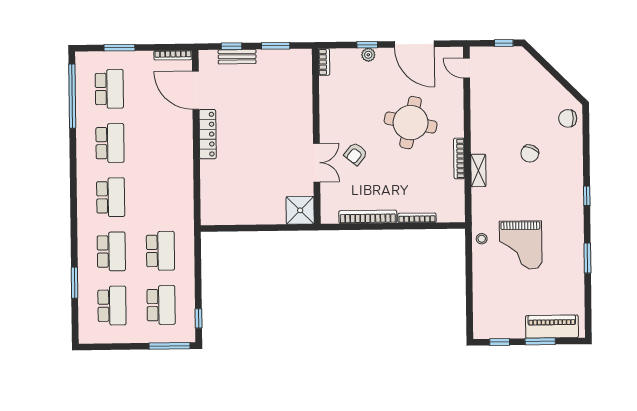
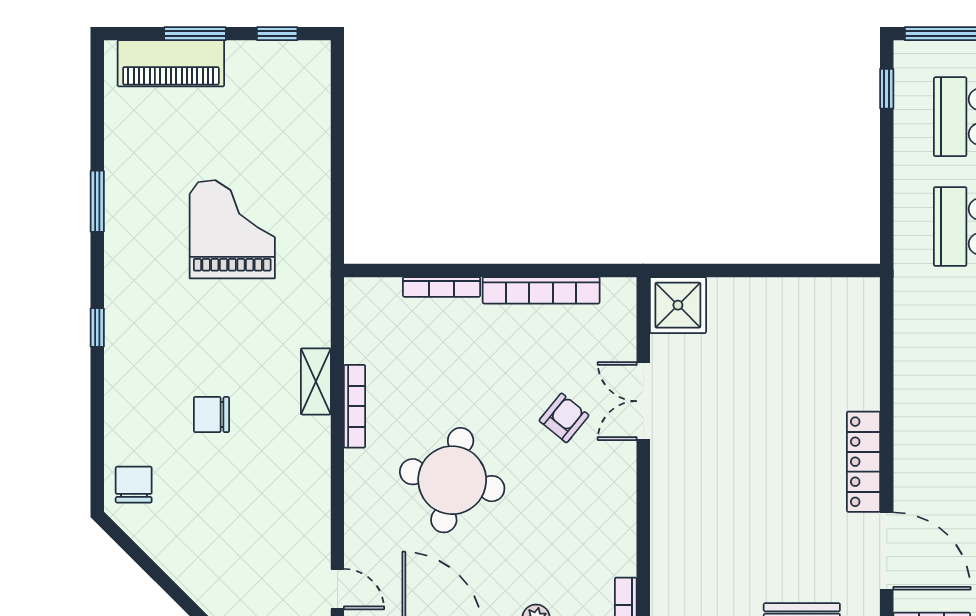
chair: (568, 118) -> (134, 485), turned -90
chair: (530, 153) -> (211, 415), turned -113
stool: (482, 239) -> (311, 243), removed

